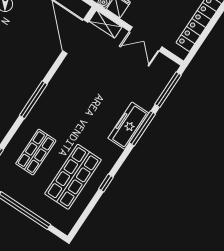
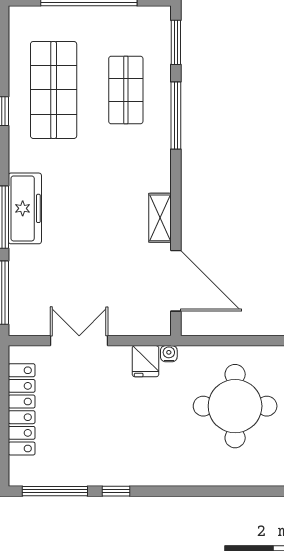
shelving: (106, 24) -> (160, 218), moved, turned 90
window: (33, 100) -> (176, 115), moved

